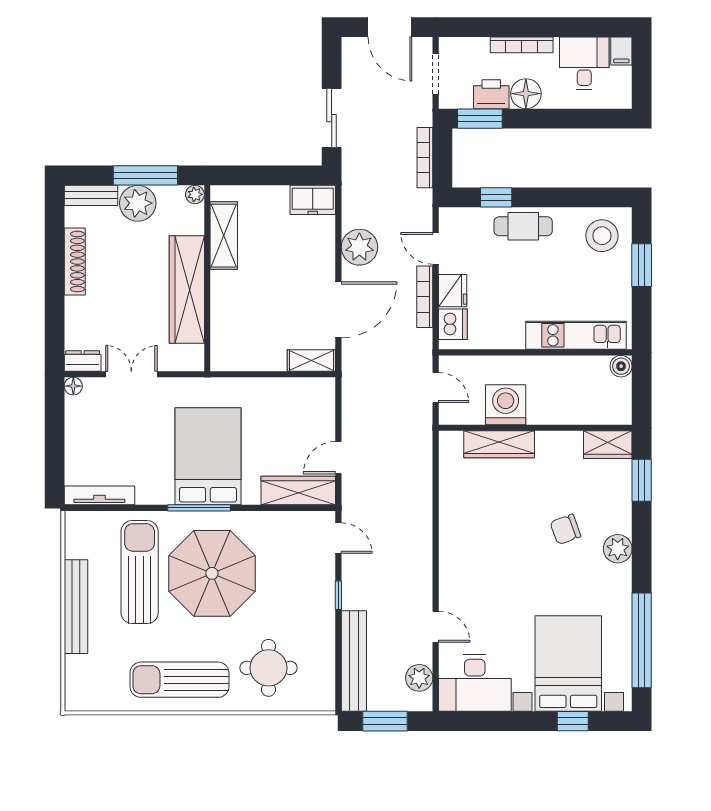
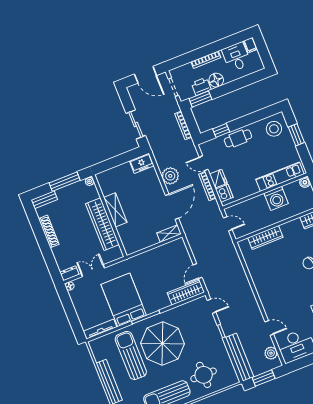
plant: (138, 203) -> (66, 195), removed
shelving: (224, 236) -> (115, 210), moved
washing machine: (506, 405) -> (276, 198), moved, turned 180
bed: (208, 456) -> (124, 300), moved

